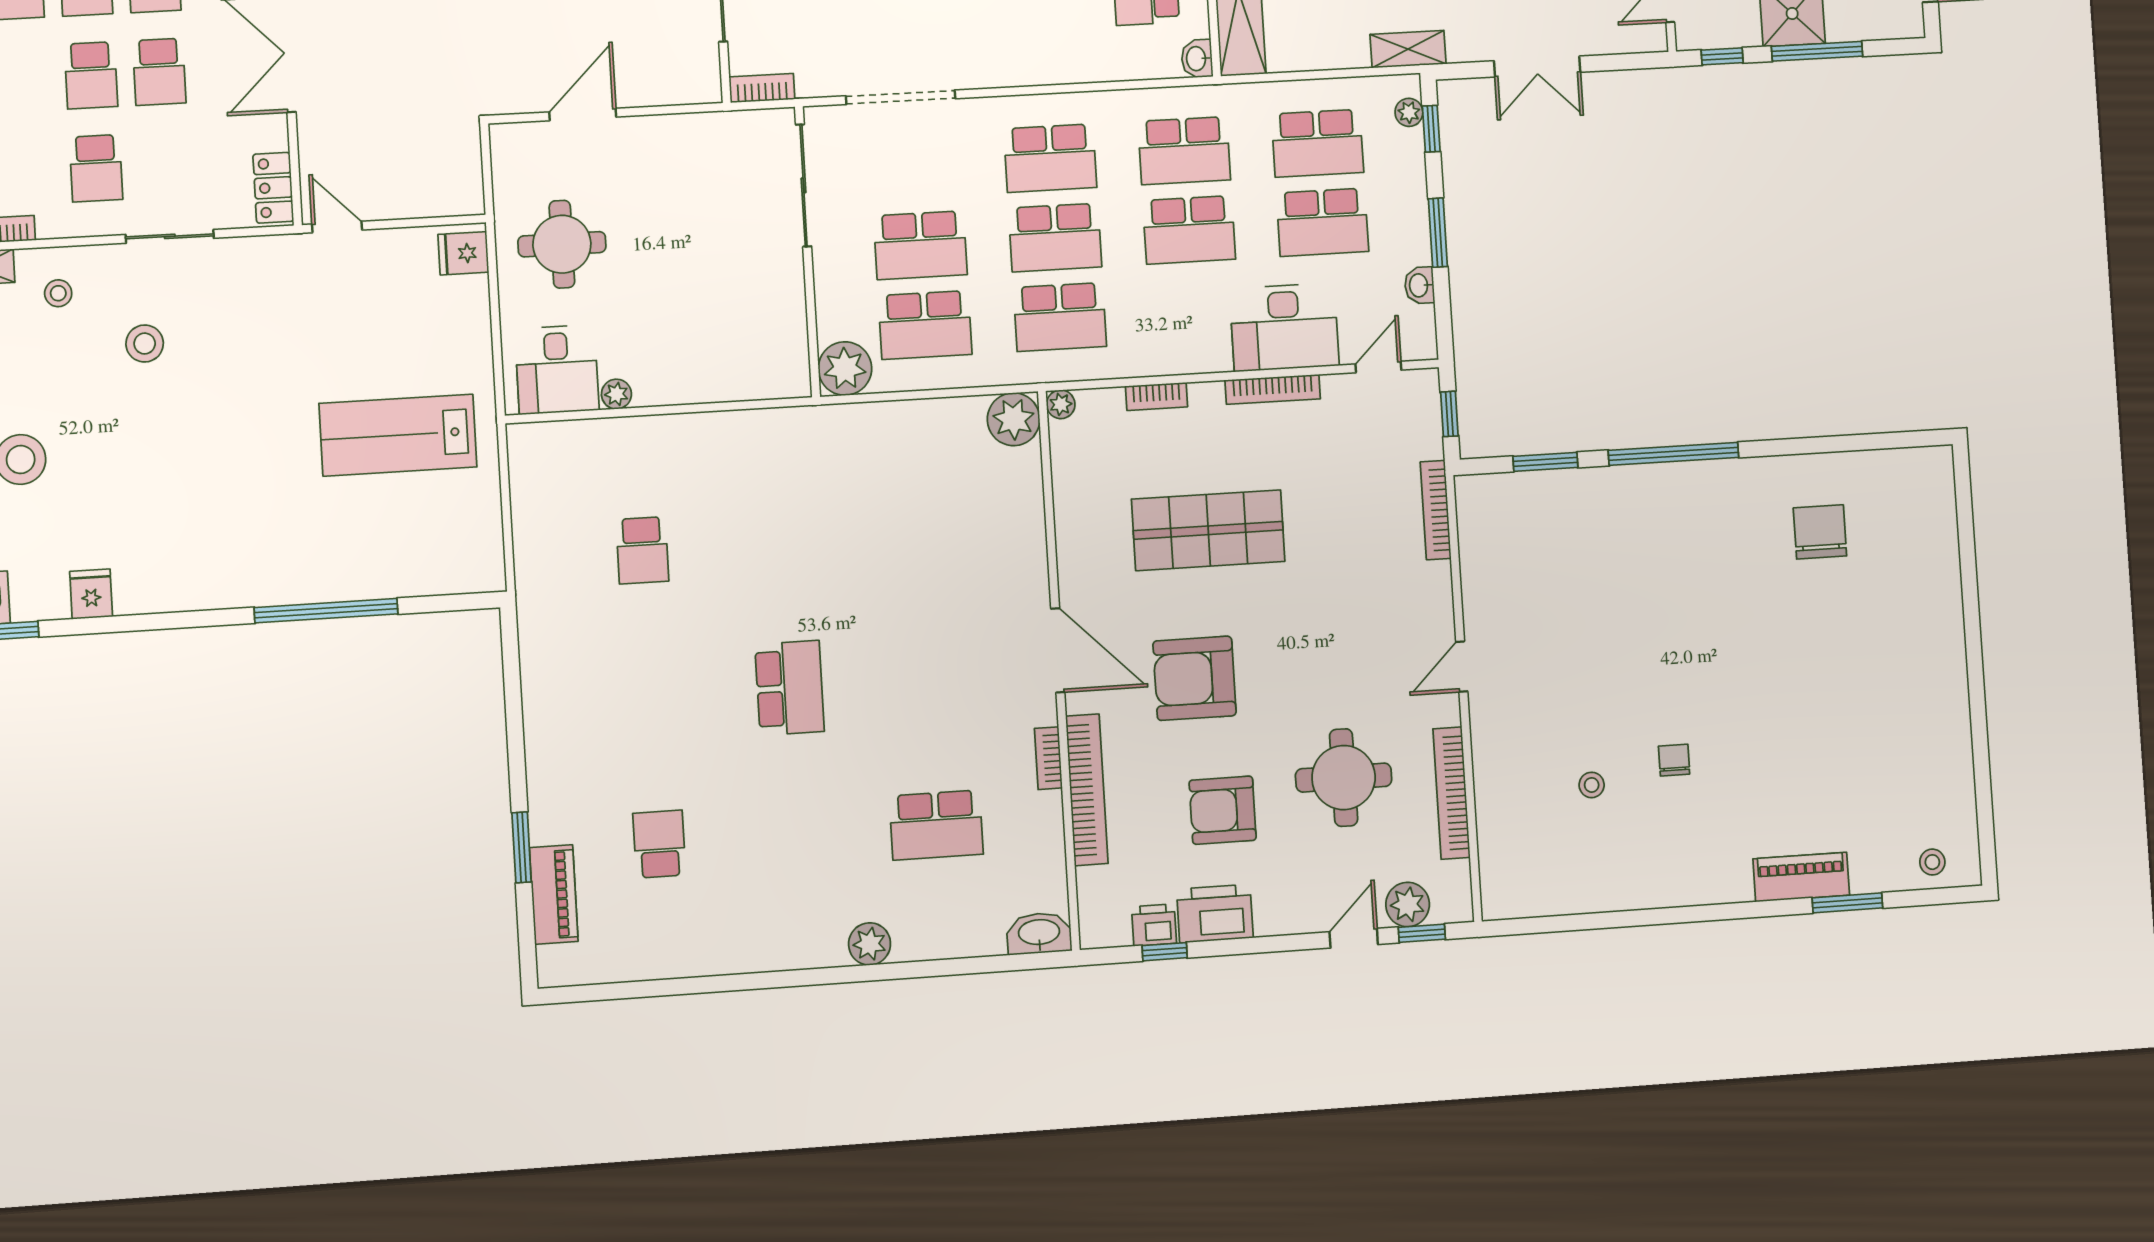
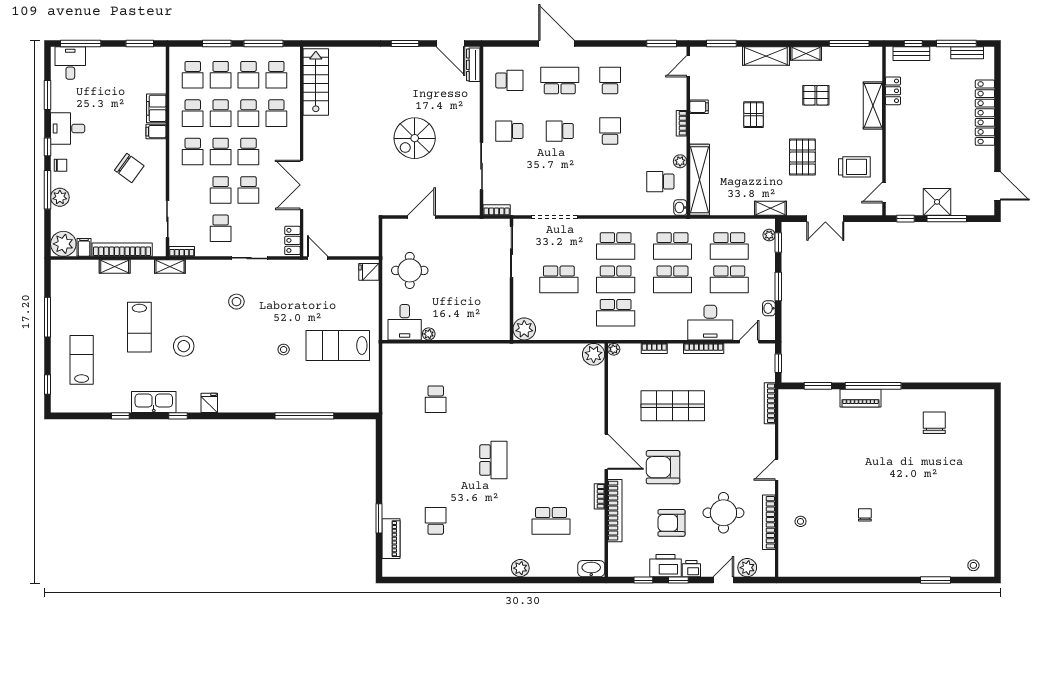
stool: (58, 293) -> (284, 350), moved
school desk: (925, 325) -> (559, 313), removed
stool: (1592, 785) -> (801, 521), moved
piano: (1801, 877) -> (860, 398), moved, turned 180
printer: (1154, 925) -> (691, 569), moved
window: (1422, 933) -> (678, 580), moved

